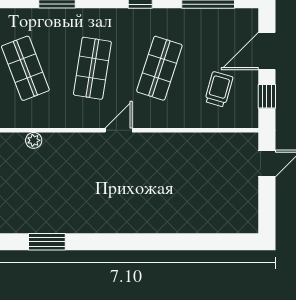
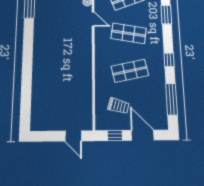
shop shelf: (159, 68) -> (130, 71), turned -30
door: (119, 130) -> (93, 19), moved

